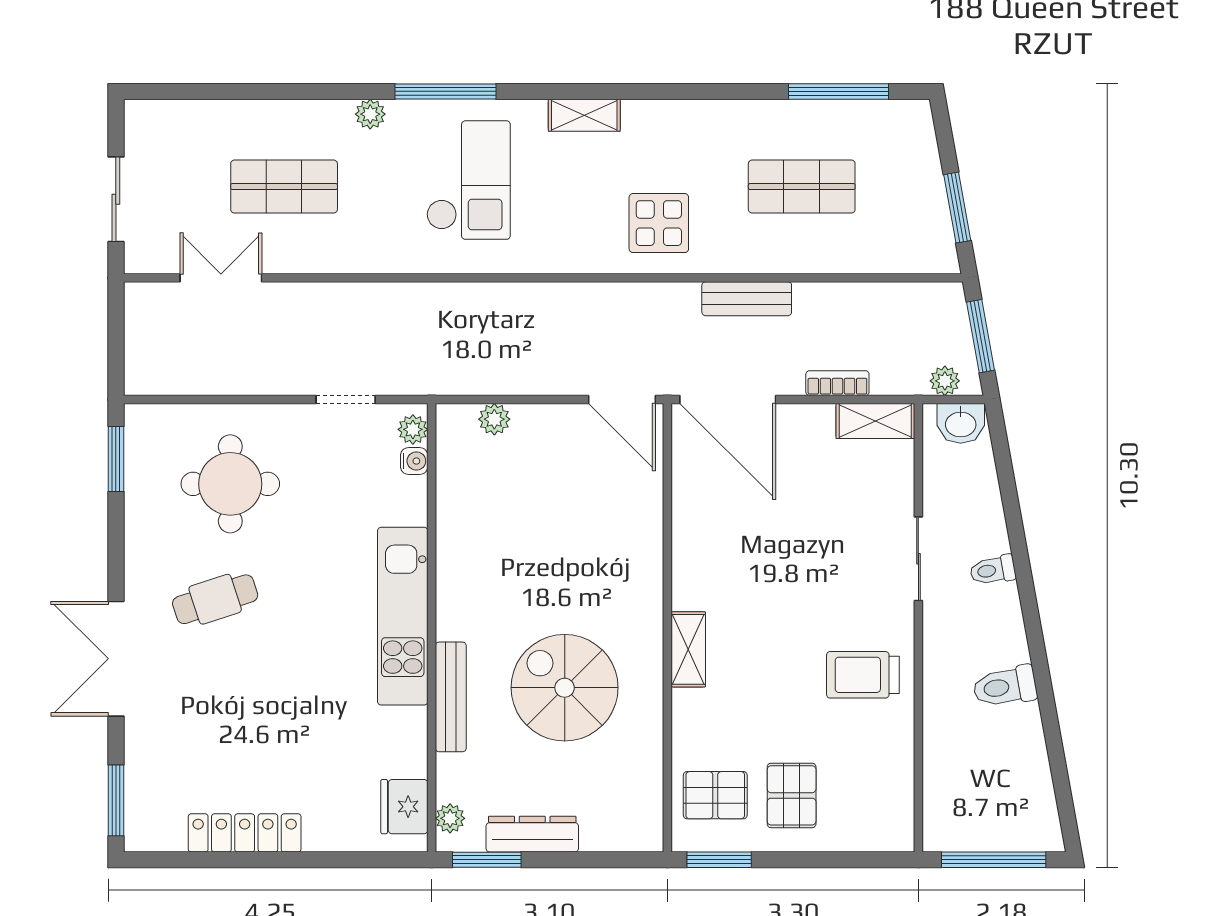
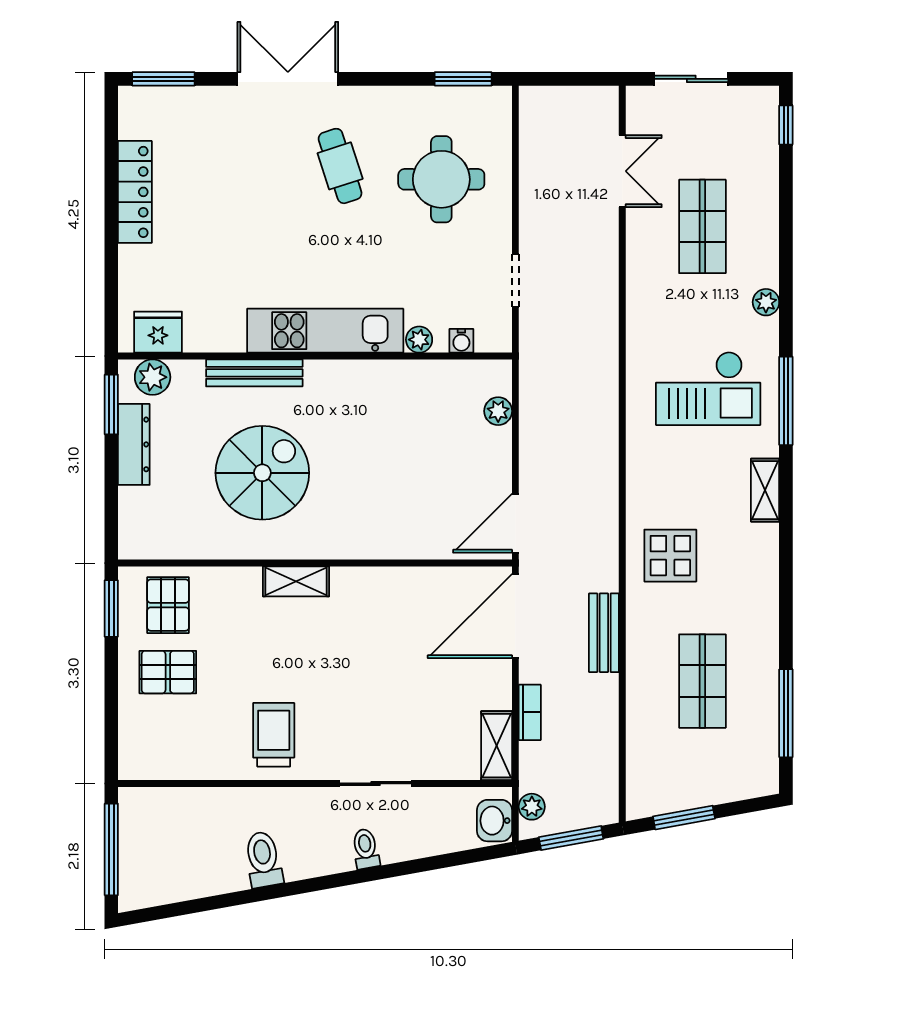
window: (168, 91) -> (786, 125), added
window: (445, 91) -> (786, 401), moved
plant: (413, 429) -> (419, 340), moved
plant: (450, 818) -> (153, 377), width x1.38, depth x1.38

